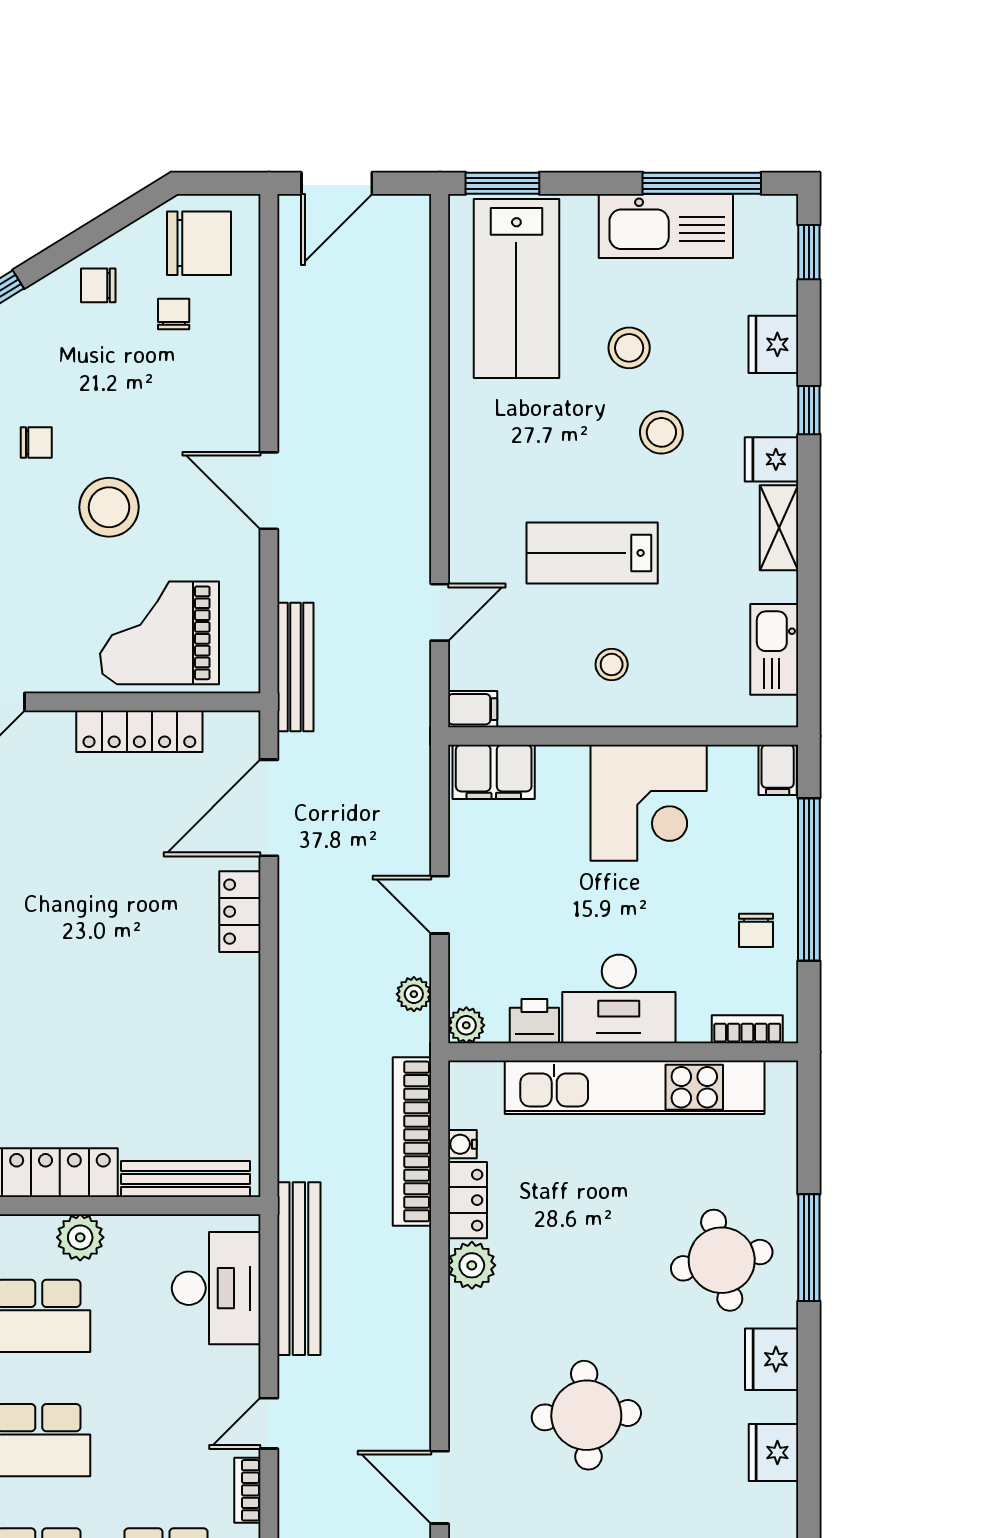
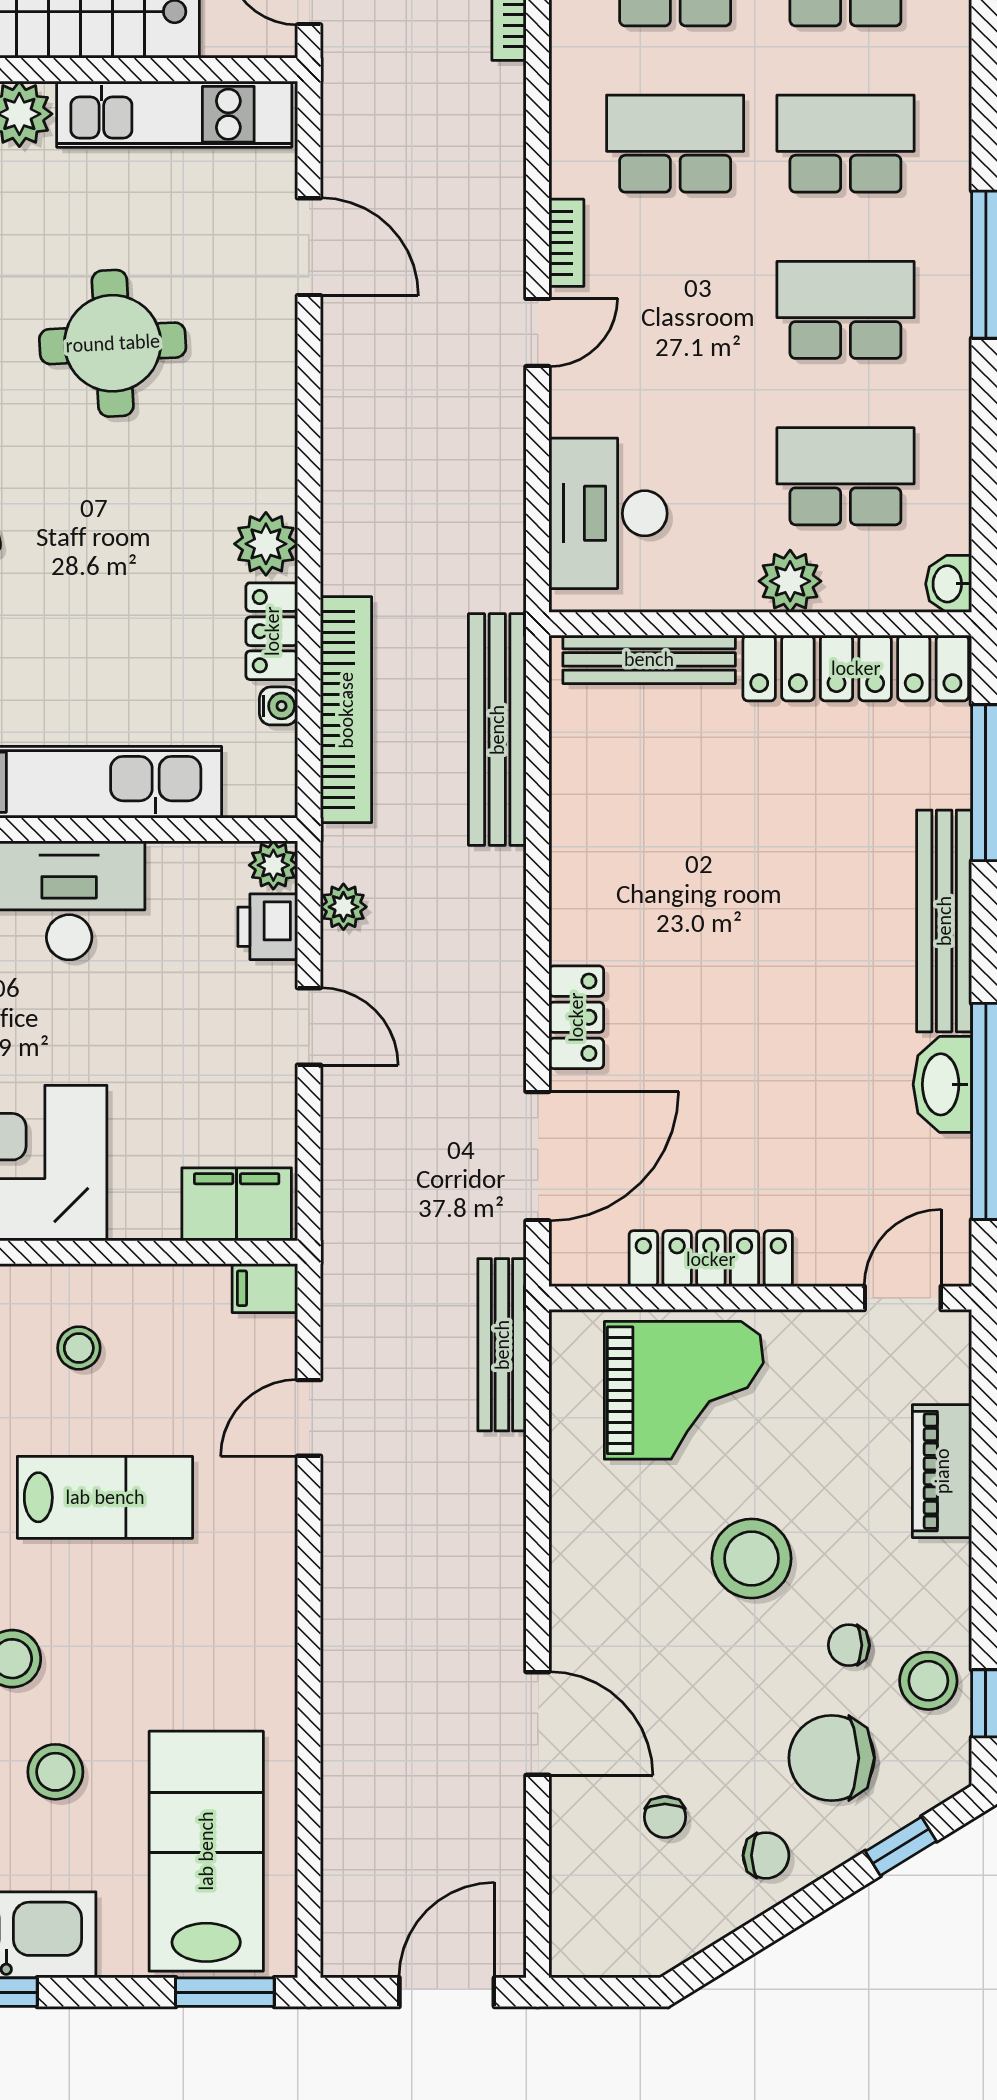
chair: (199, 243) -> (832, 1758), moved
door: (269, 491) -> (538, 1724), moved
printer: (534, 1021) -> (268, 927), moved, turned 90
bench: (299, 1269) -> (497, 730), moved

